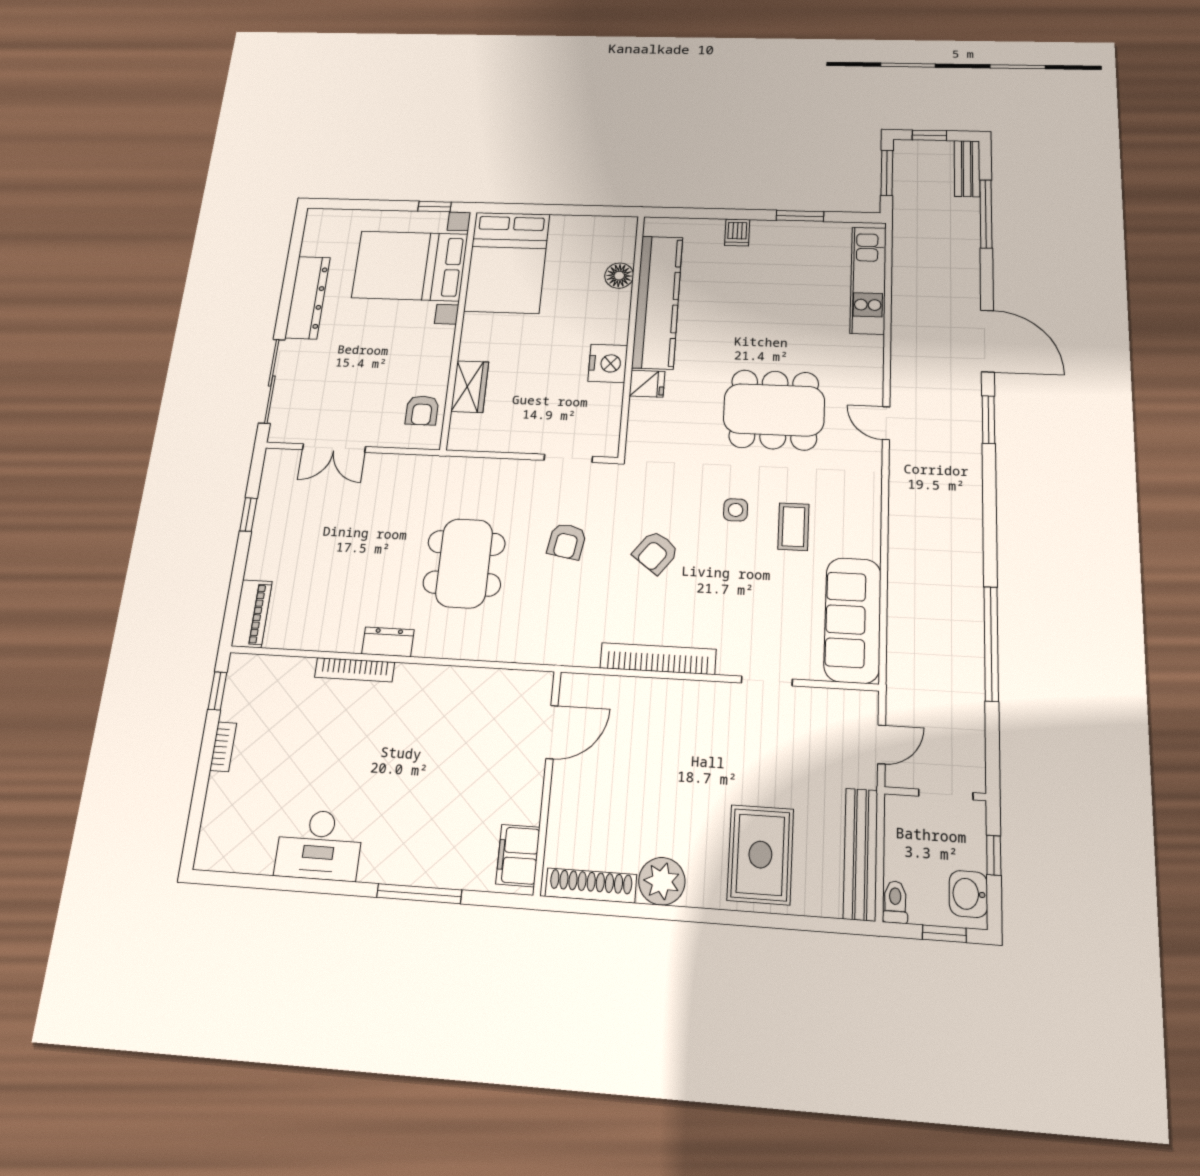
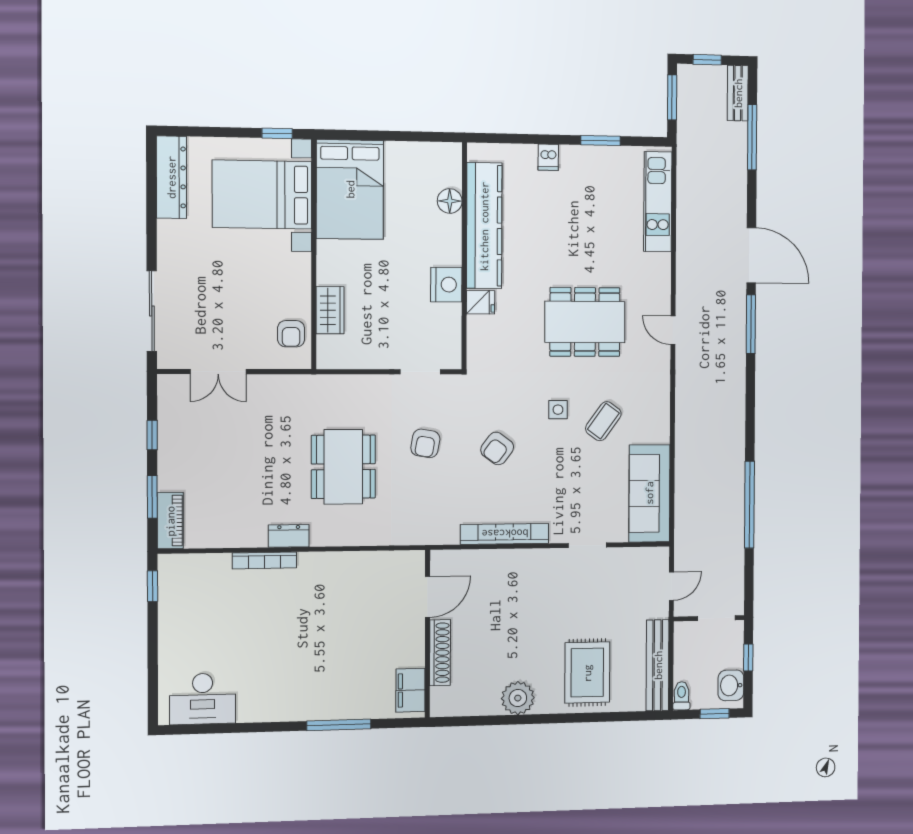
dresser: (308, 298) -> (171, 177), moved
window: (988, 420) -> (751, 324), width x1.44
coffee table: (793, 527) -> (603, 421), turned 36
window: (236, 585) -> (152, 497), added
bookcase: (223, 747) -> (166, 630), removed
desk: (319, 845) -> (203, 699), moved
shoe rack: (591, 885) -> (440, 653), moved, turned 90

